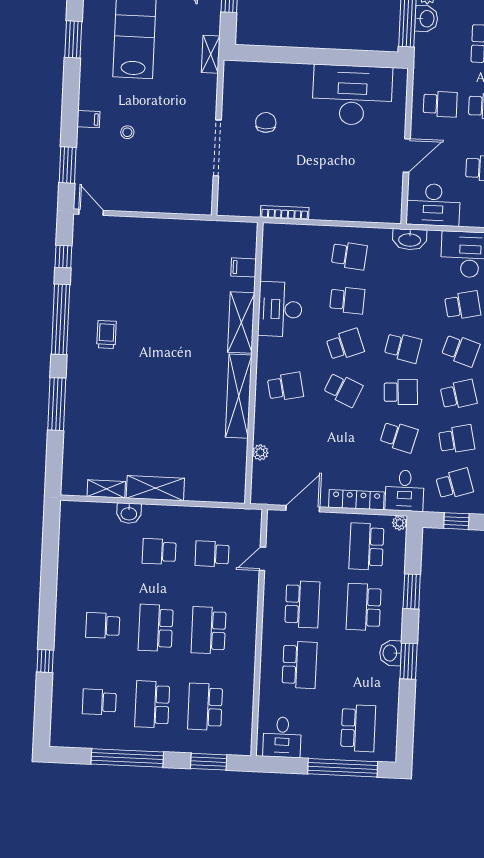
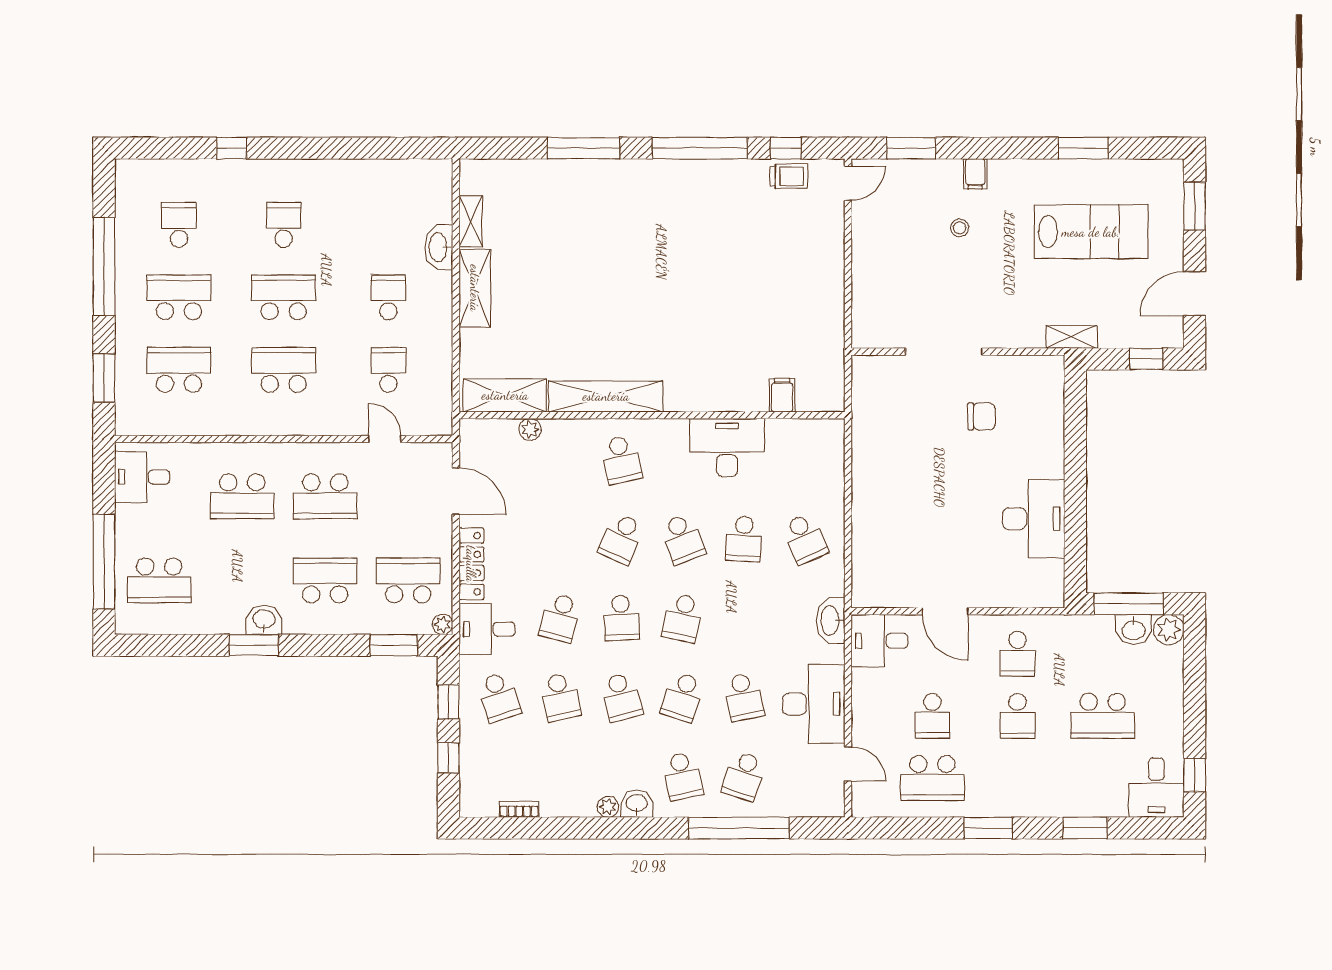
desk: (352, 95) -> (1034, 519), width x0.73, depth x0.77
desk: (433, 205) -> (880, 641), width x0.73
bookcase: (285, 213) -> (860, 448), removed
school desk: (349, 256) -> (805, 539), turned -30
shelving: (241, 323) -> (505, 395), moved
trolley: (106, 334) -> (789, 176), moved
washbasin: (129, 513) -> (439, 247), width x1.38
window: (412, 591) -> (394, 645), moved

